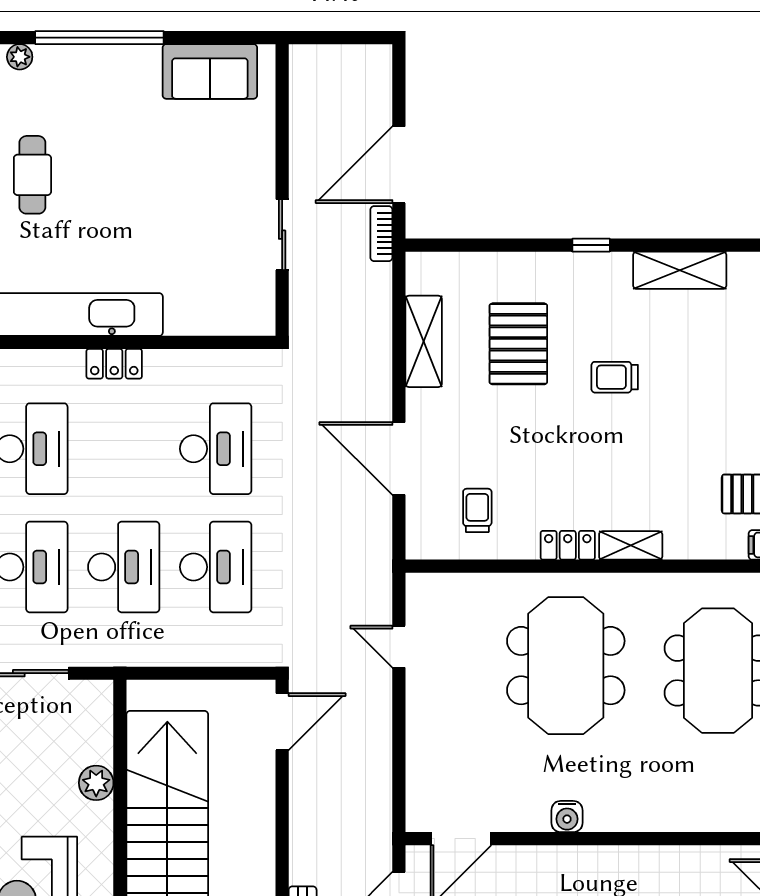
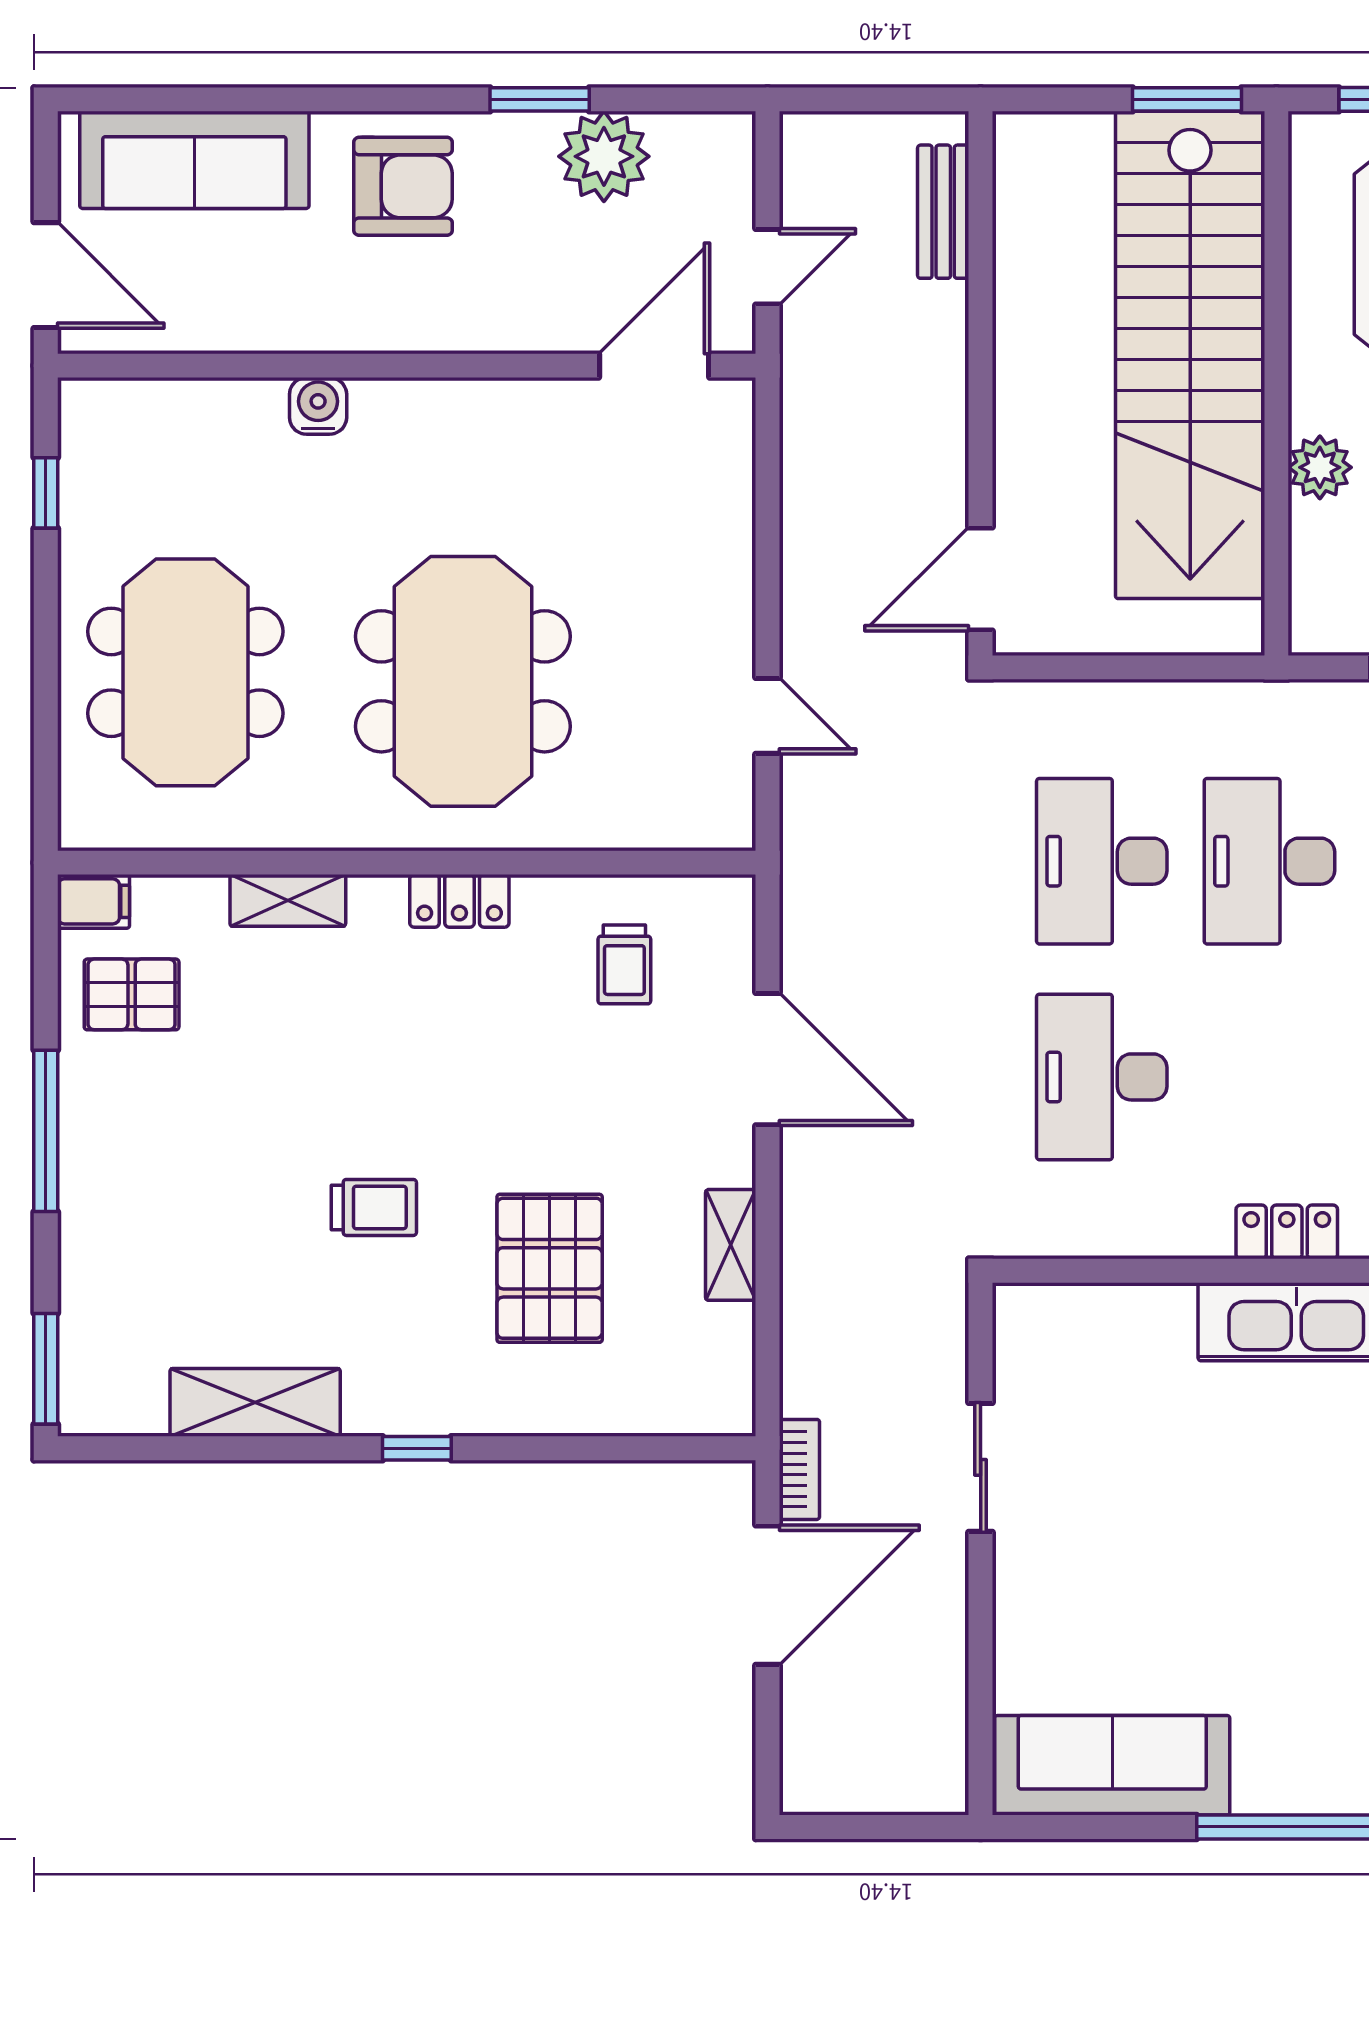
sofa: (210, 71) -> (1112, 1765), width x1.36
shelving: (424, 341) -> (731, 1245), width x0.67, depth x0.75
shelving: (631, 545) -> (288, 900), moved
water cooler: (567, 817) -> (318, 406), moved

